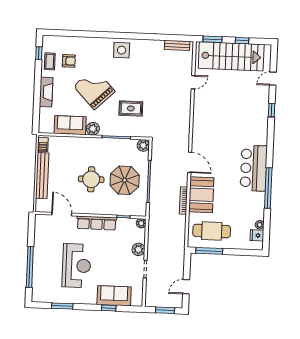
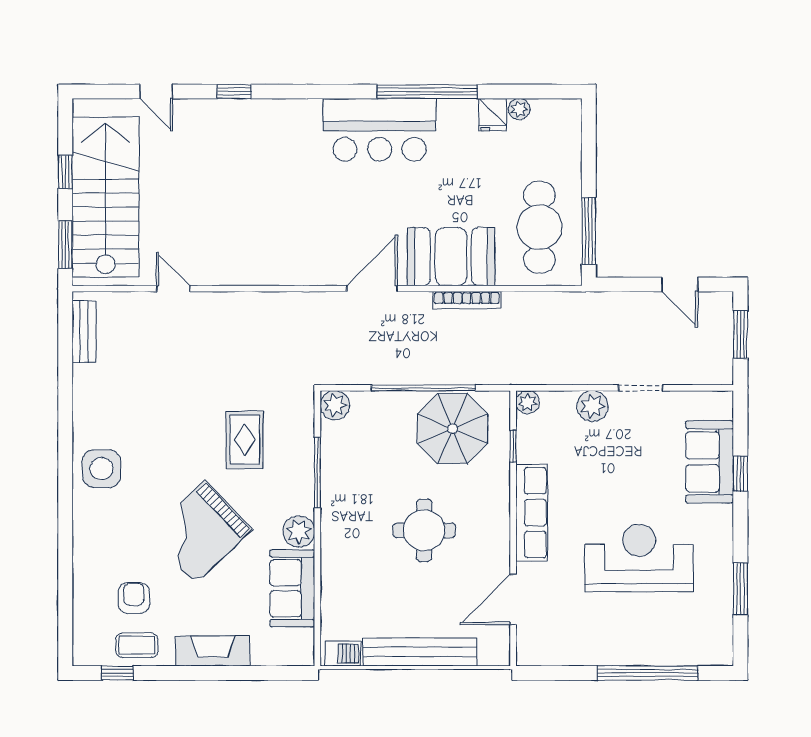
parasol: (125, 180) -> (452, 429), moved
fridge: (257, 235) -> (492, 115), moved

